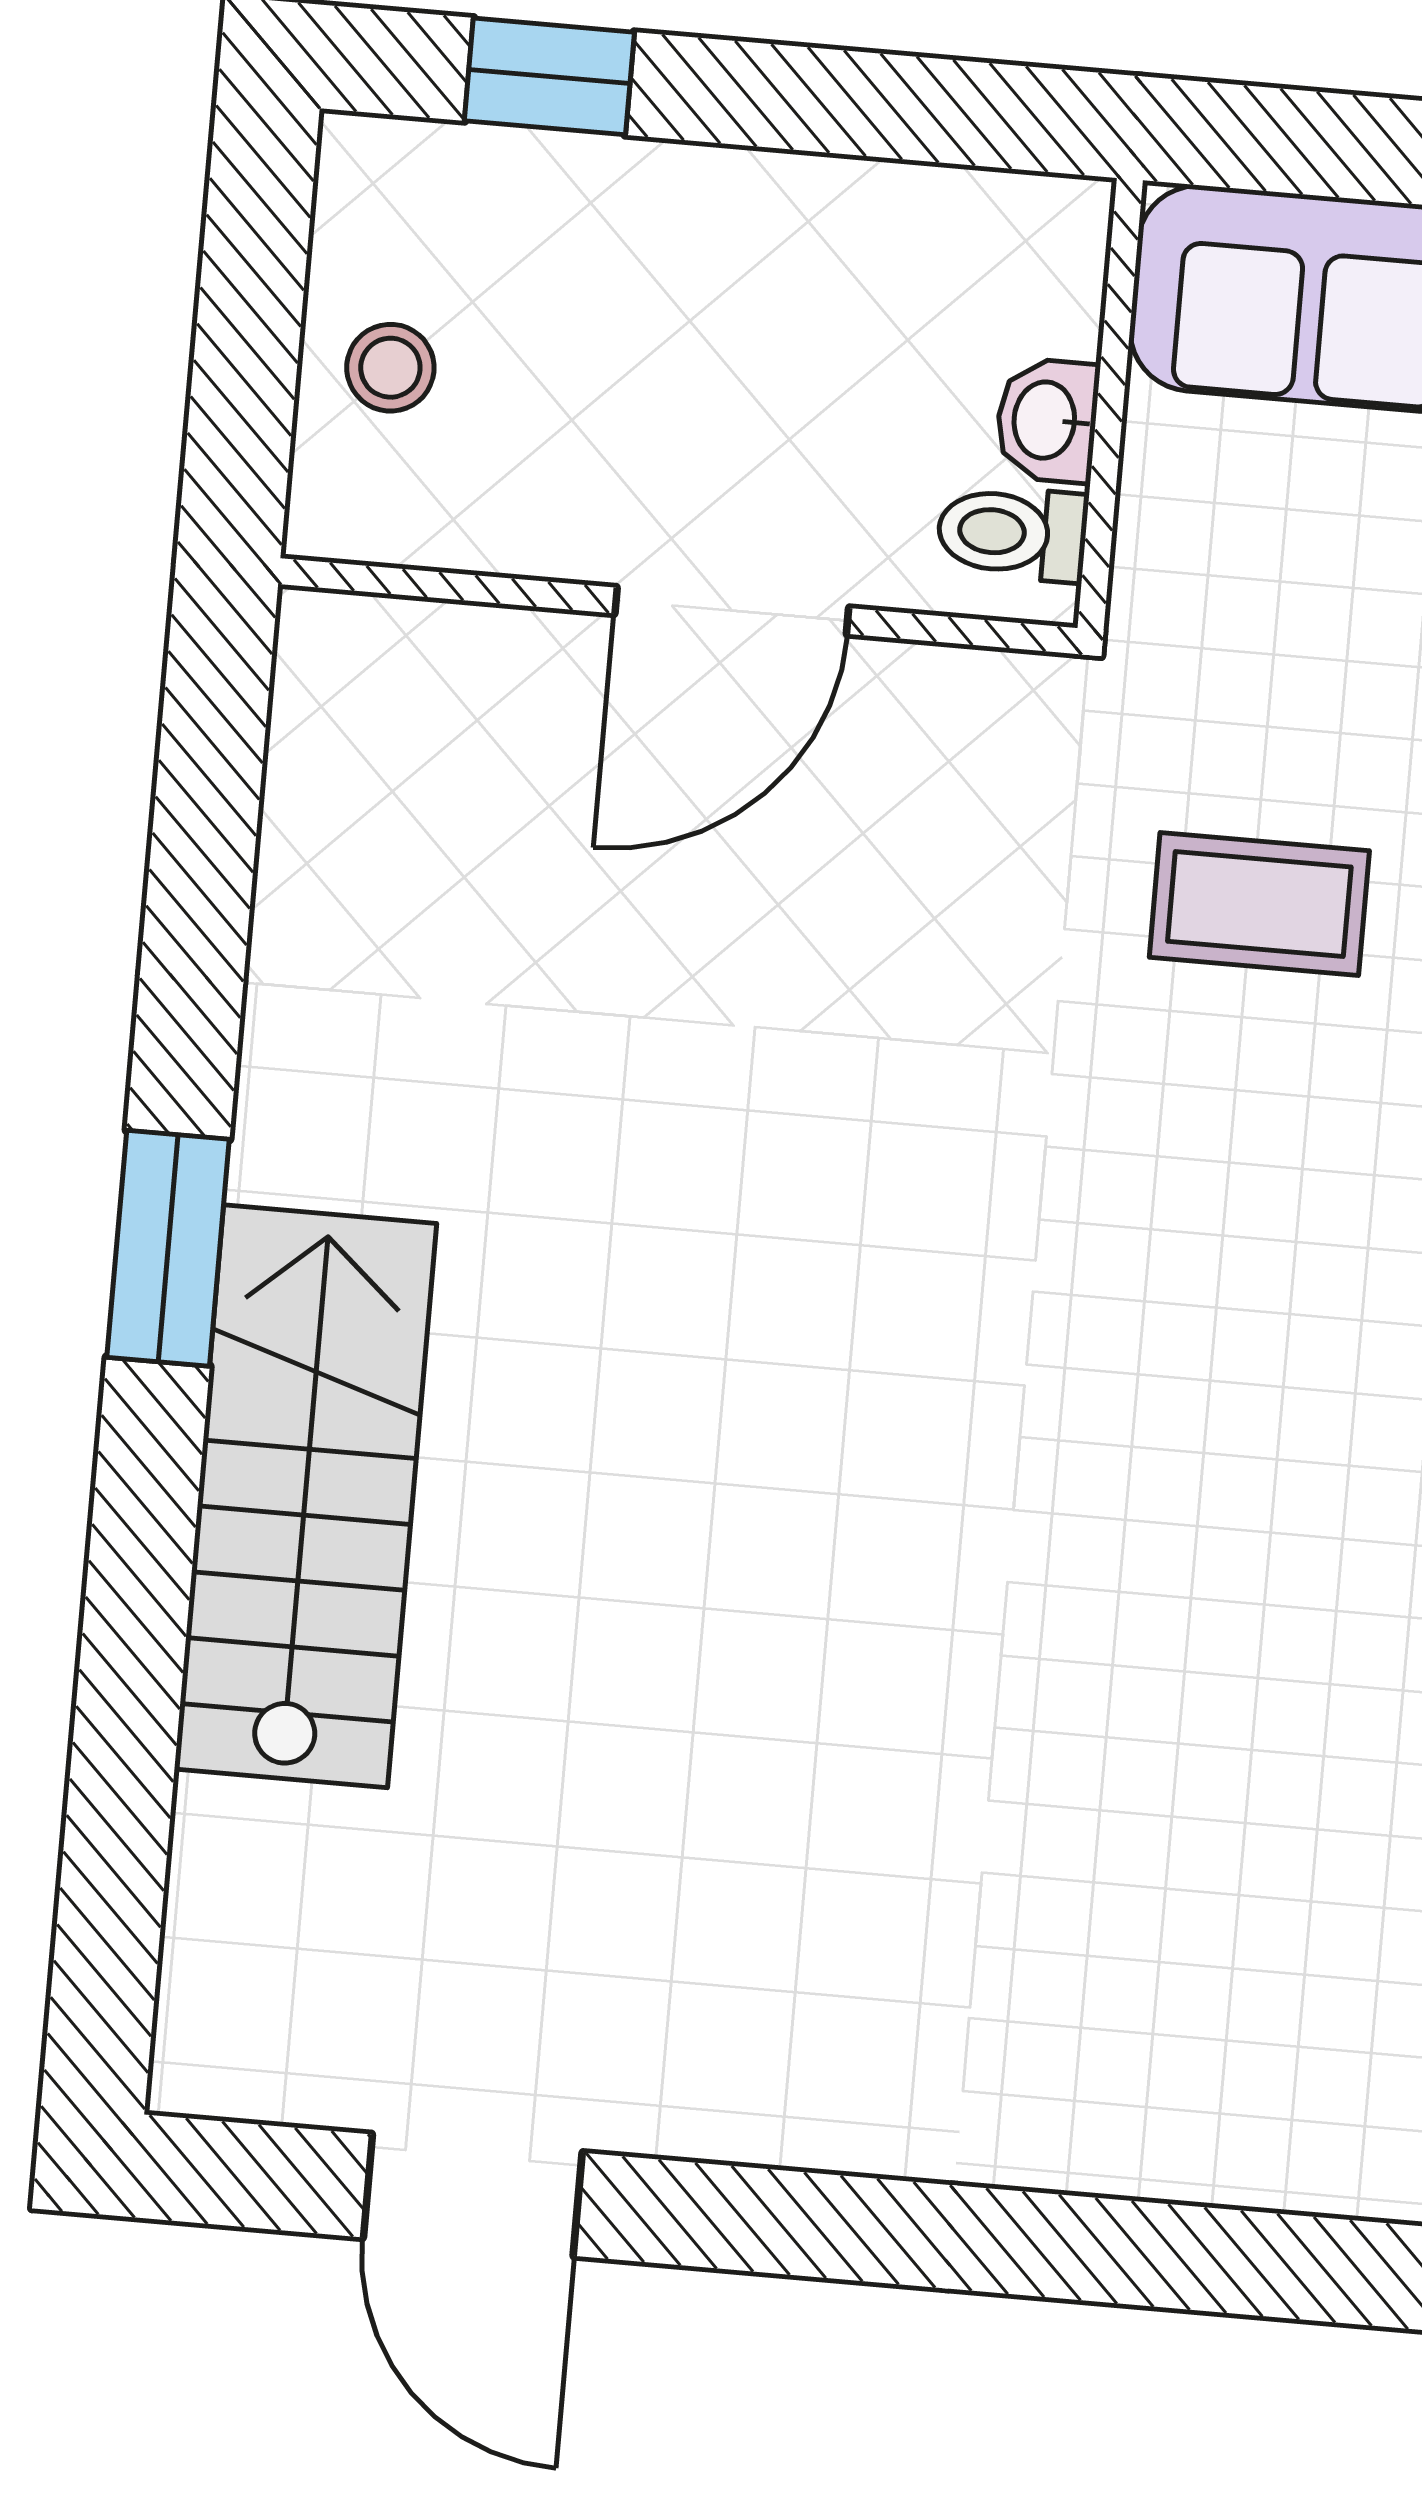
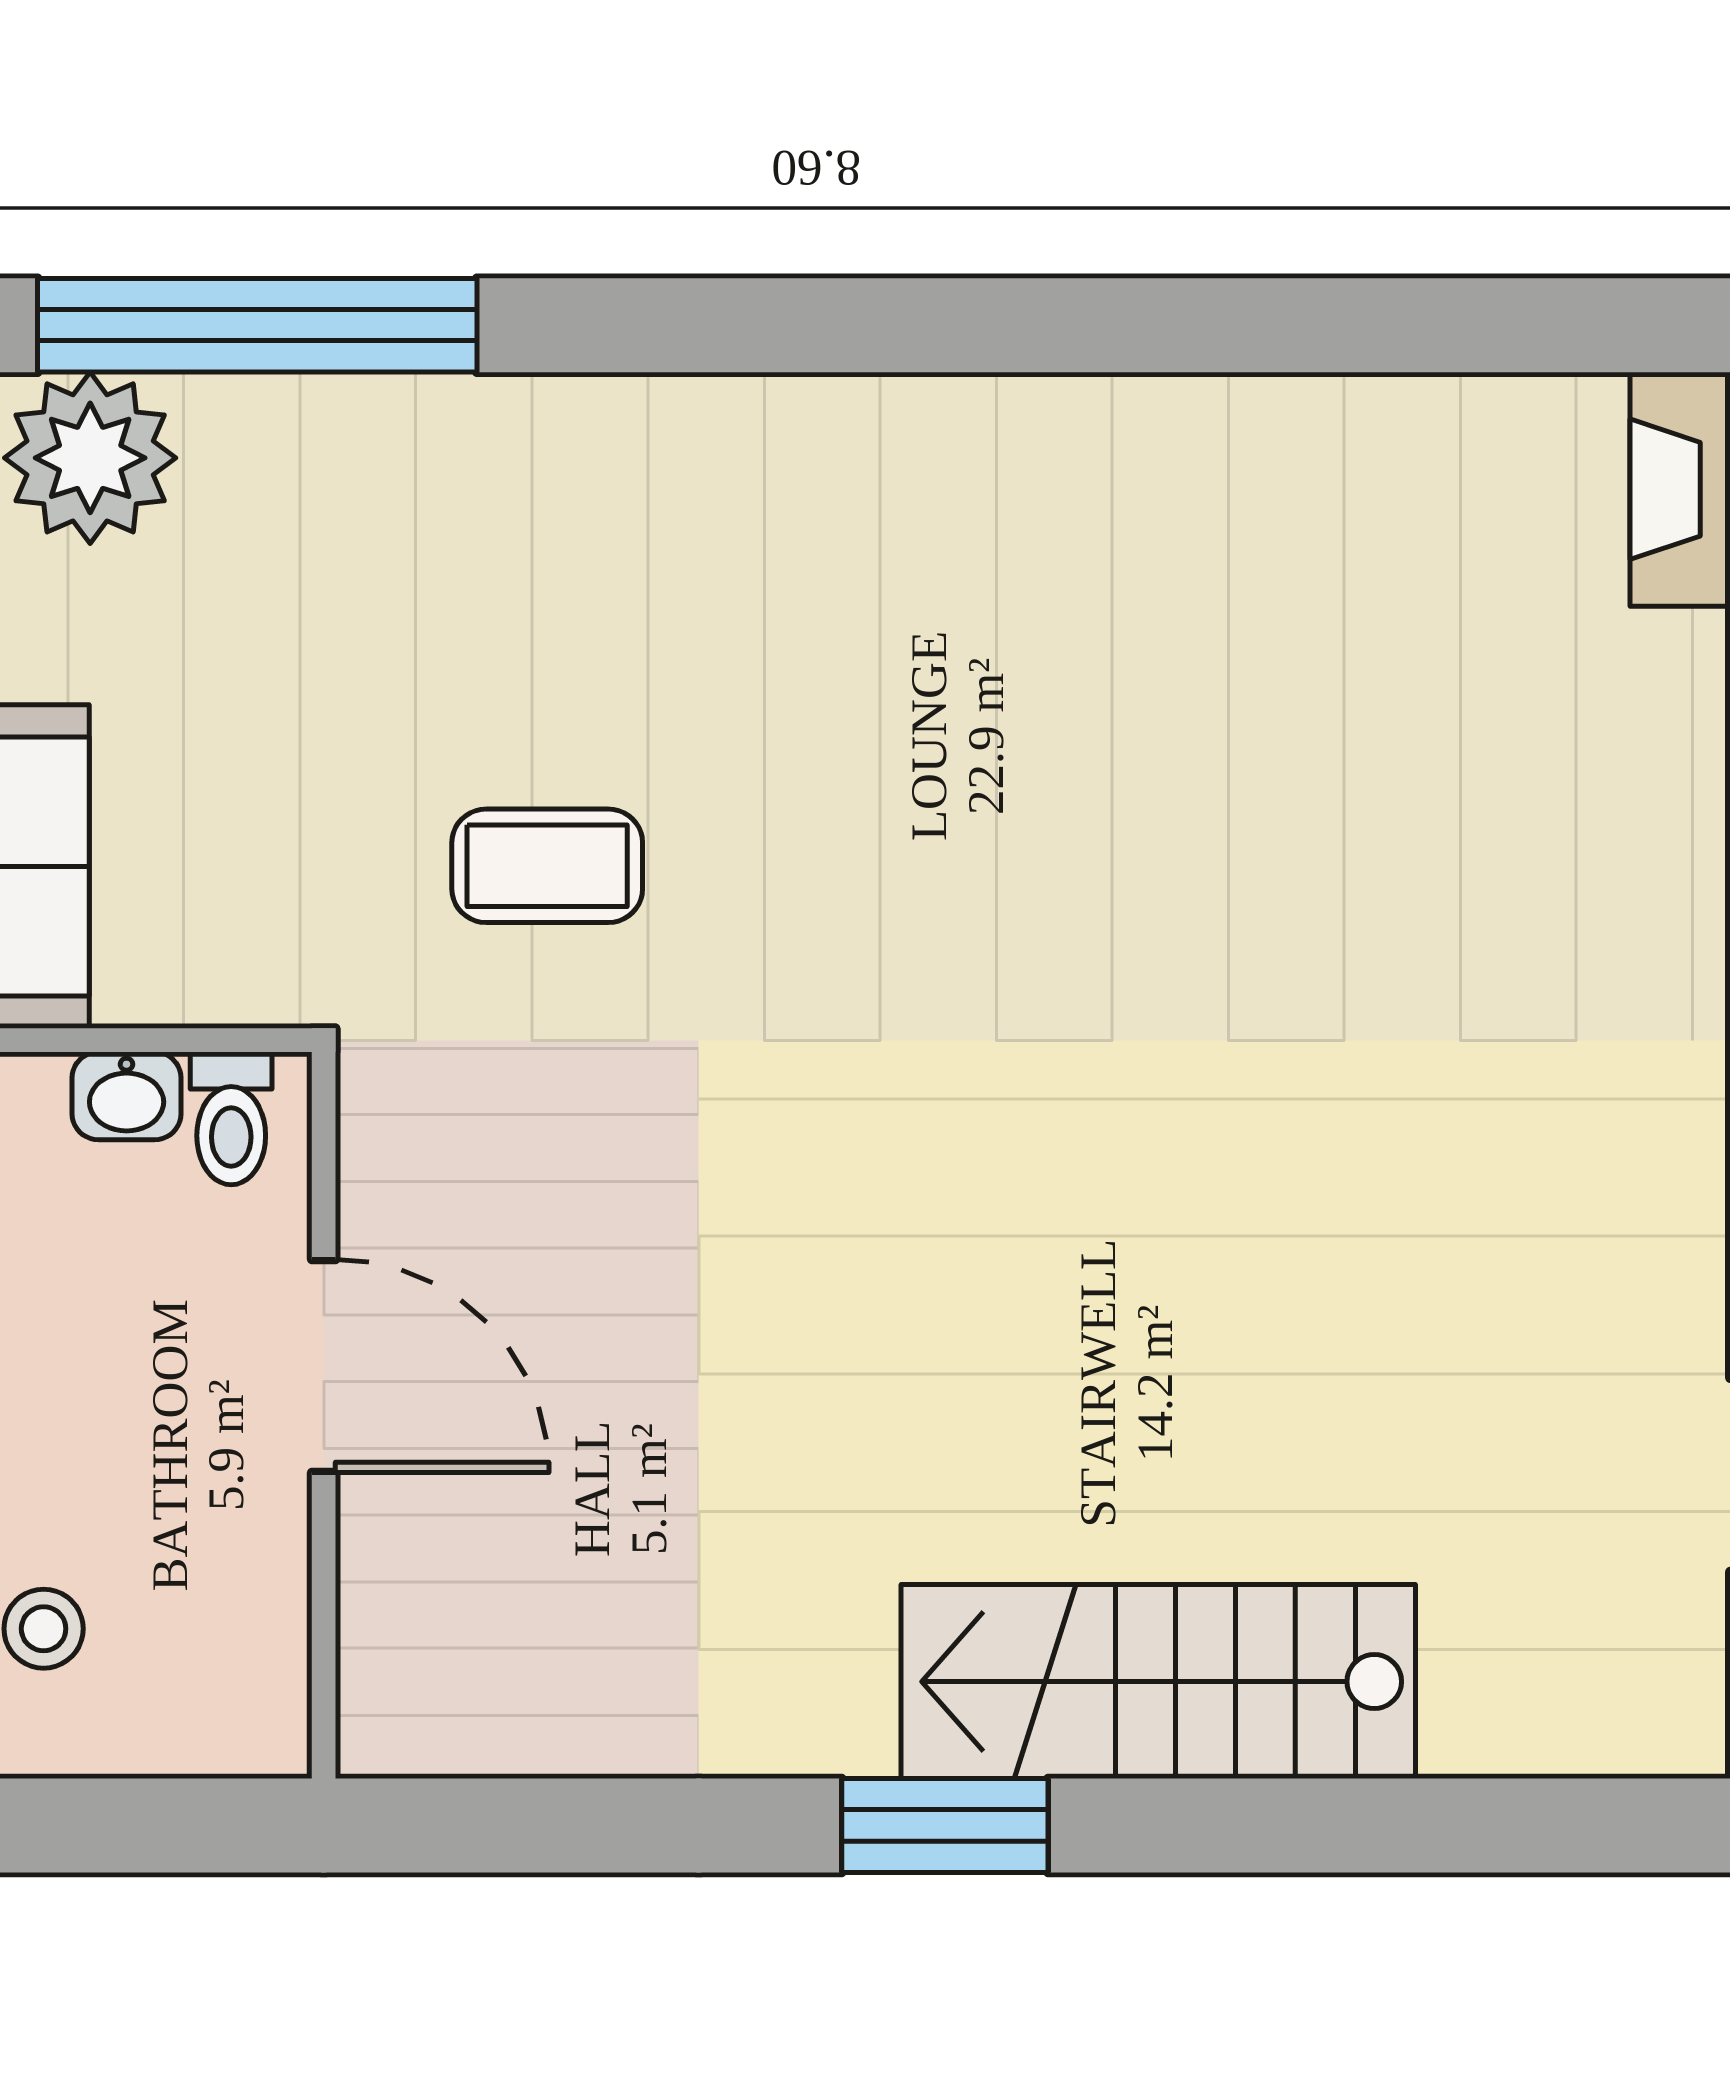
stool: (390, 368) -> (44, 1629), moved
coffee table: (1259, 904) -> (547, 866), turned 90

